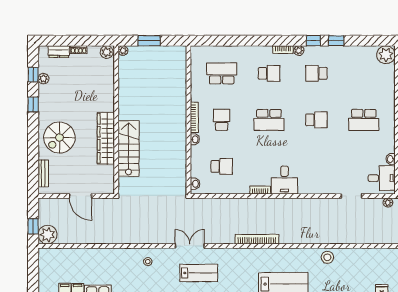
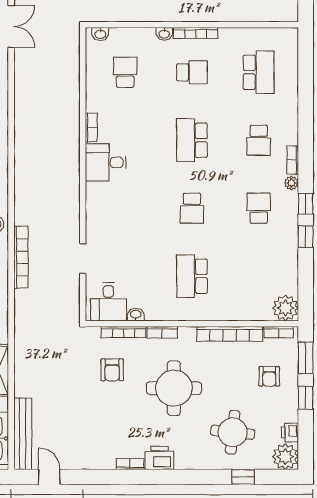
school desk: (222, 166) -> (125, 72), turned 180
plant: (388, 203) -> (73, 311), removed
bookcase: (257, 239) -> (21, 257), moved

